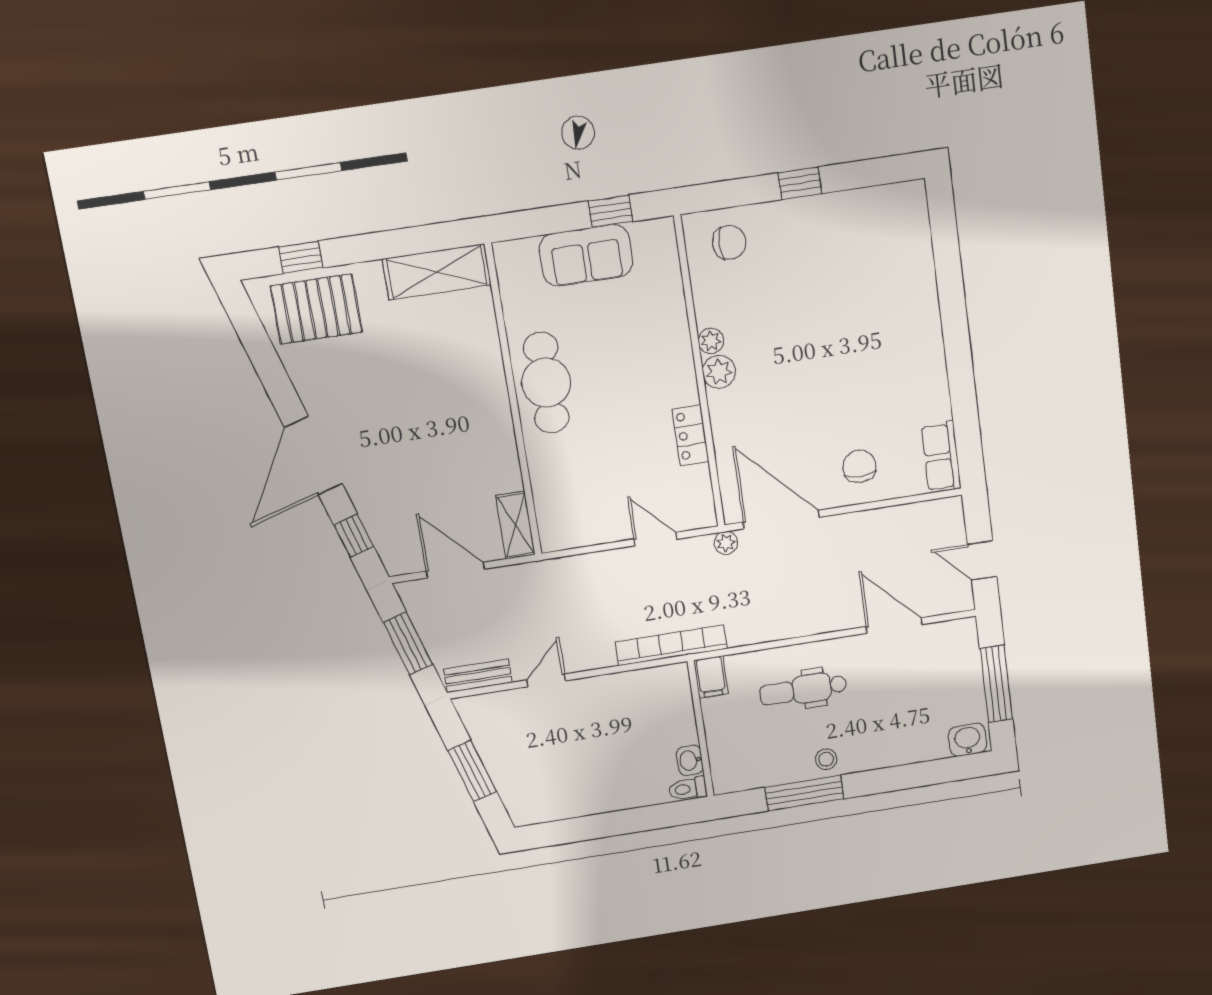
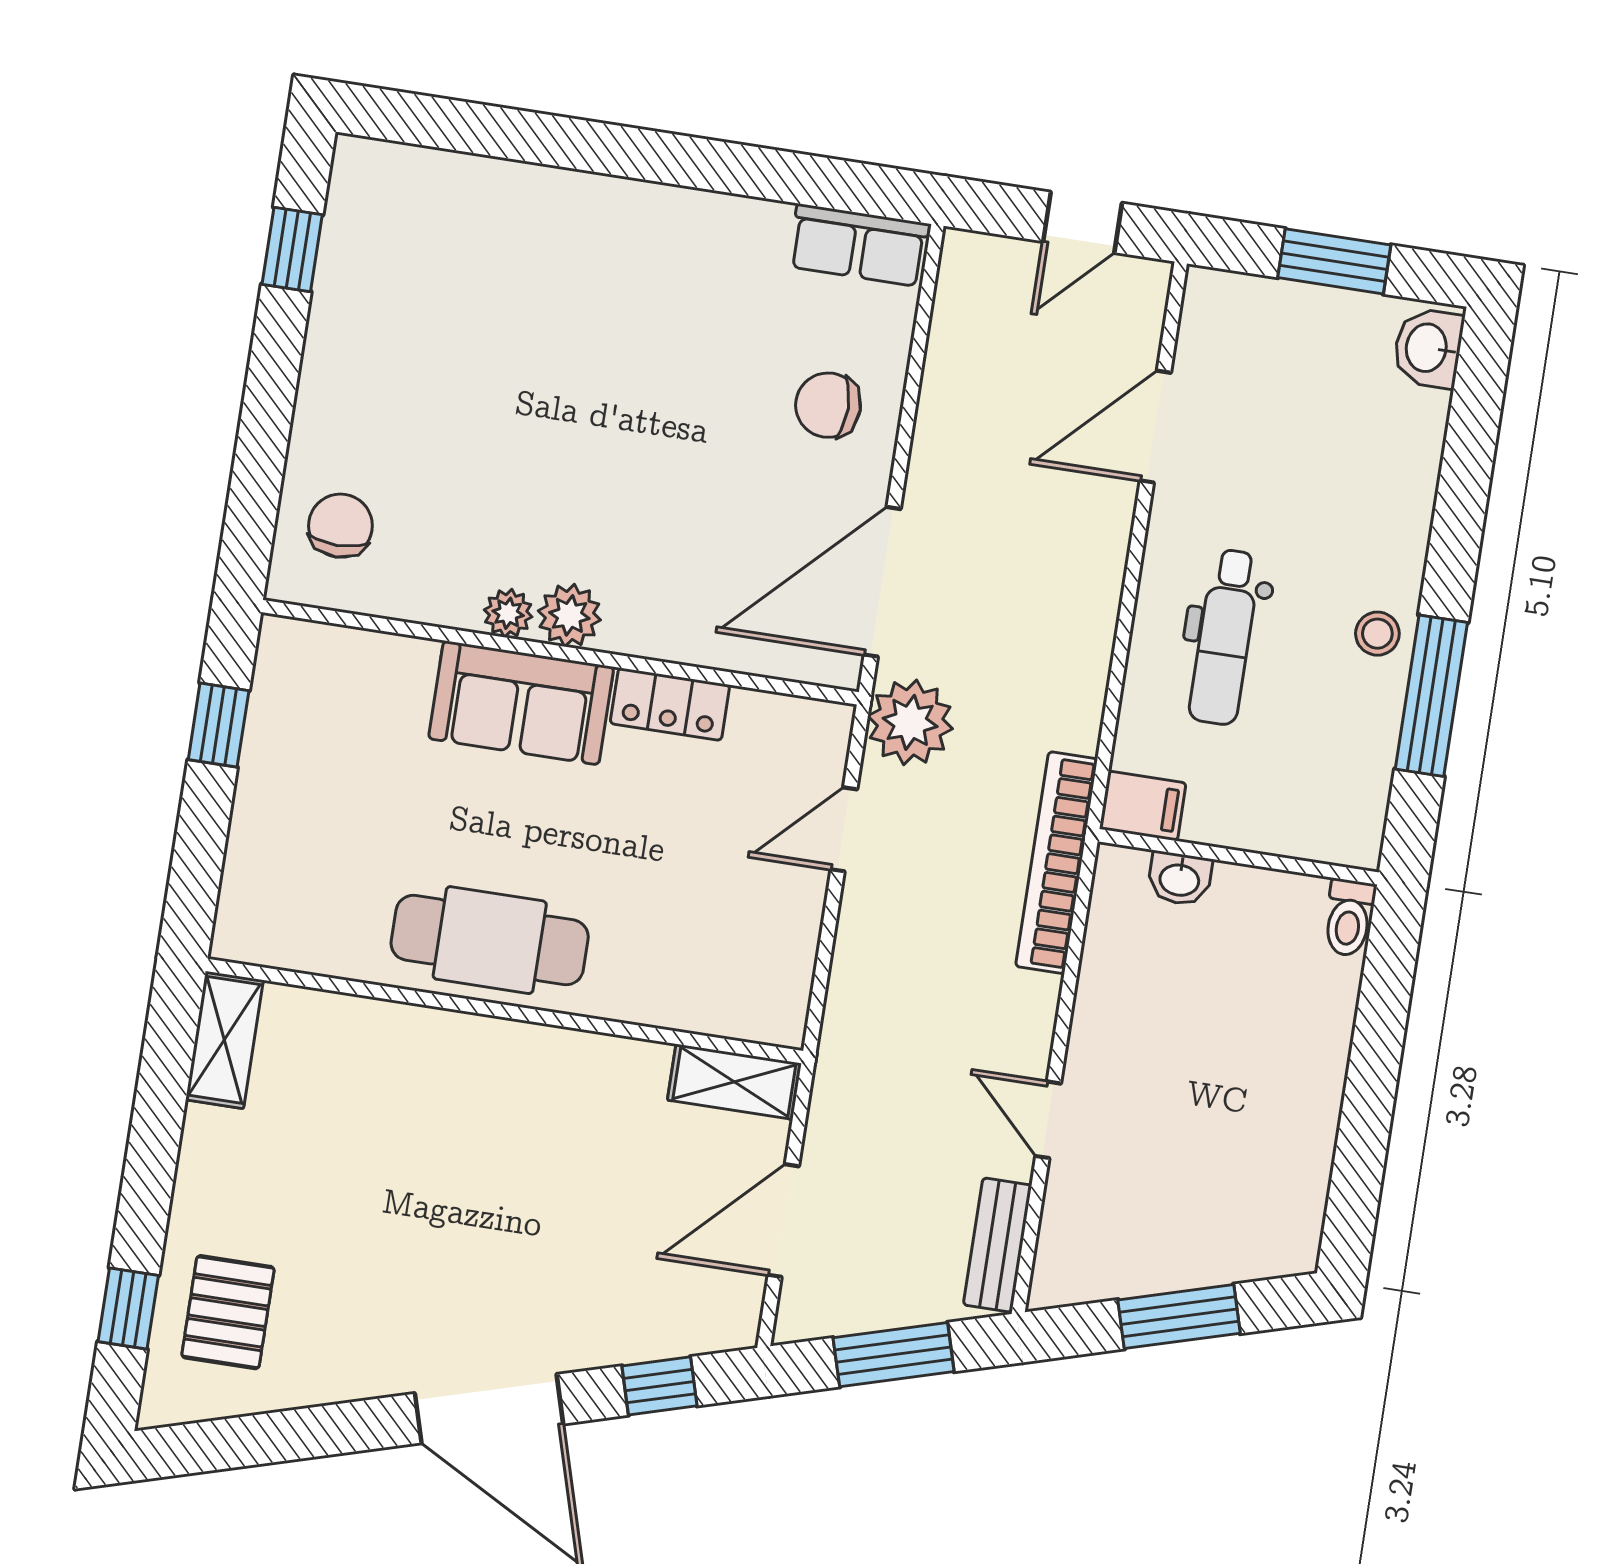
window: (800, 183) -> (292, 249), moved
sofa: (586, 255) -> (521, 703), moved, turned 90
shelving: (437, 272) -> (224, 1040), width x0.67, depth x0.75
pallet: (316, 309) -> (228, 1312), width x0.67, depth x0.71
plant: (726, 543) -> (910, 722), width x1.87, depth x1.87
window: (996, 684) -> (1334, 261), width x0.69
washbasin: (690, 760) -> (1180, 879), moved

